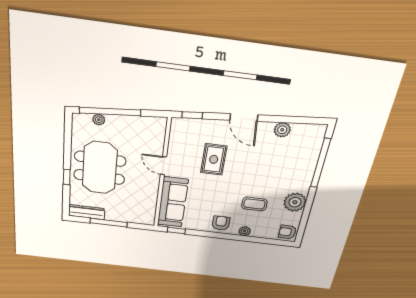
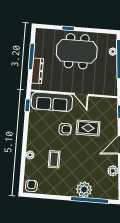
door: (163, 166) -> (81, 94), swing flipped
plant: (295, 202) -> (84, 190), moved
dresser: (87, 212) -> (37, 71), moved
armchair: (221, 223) -> (65, 129), moved

